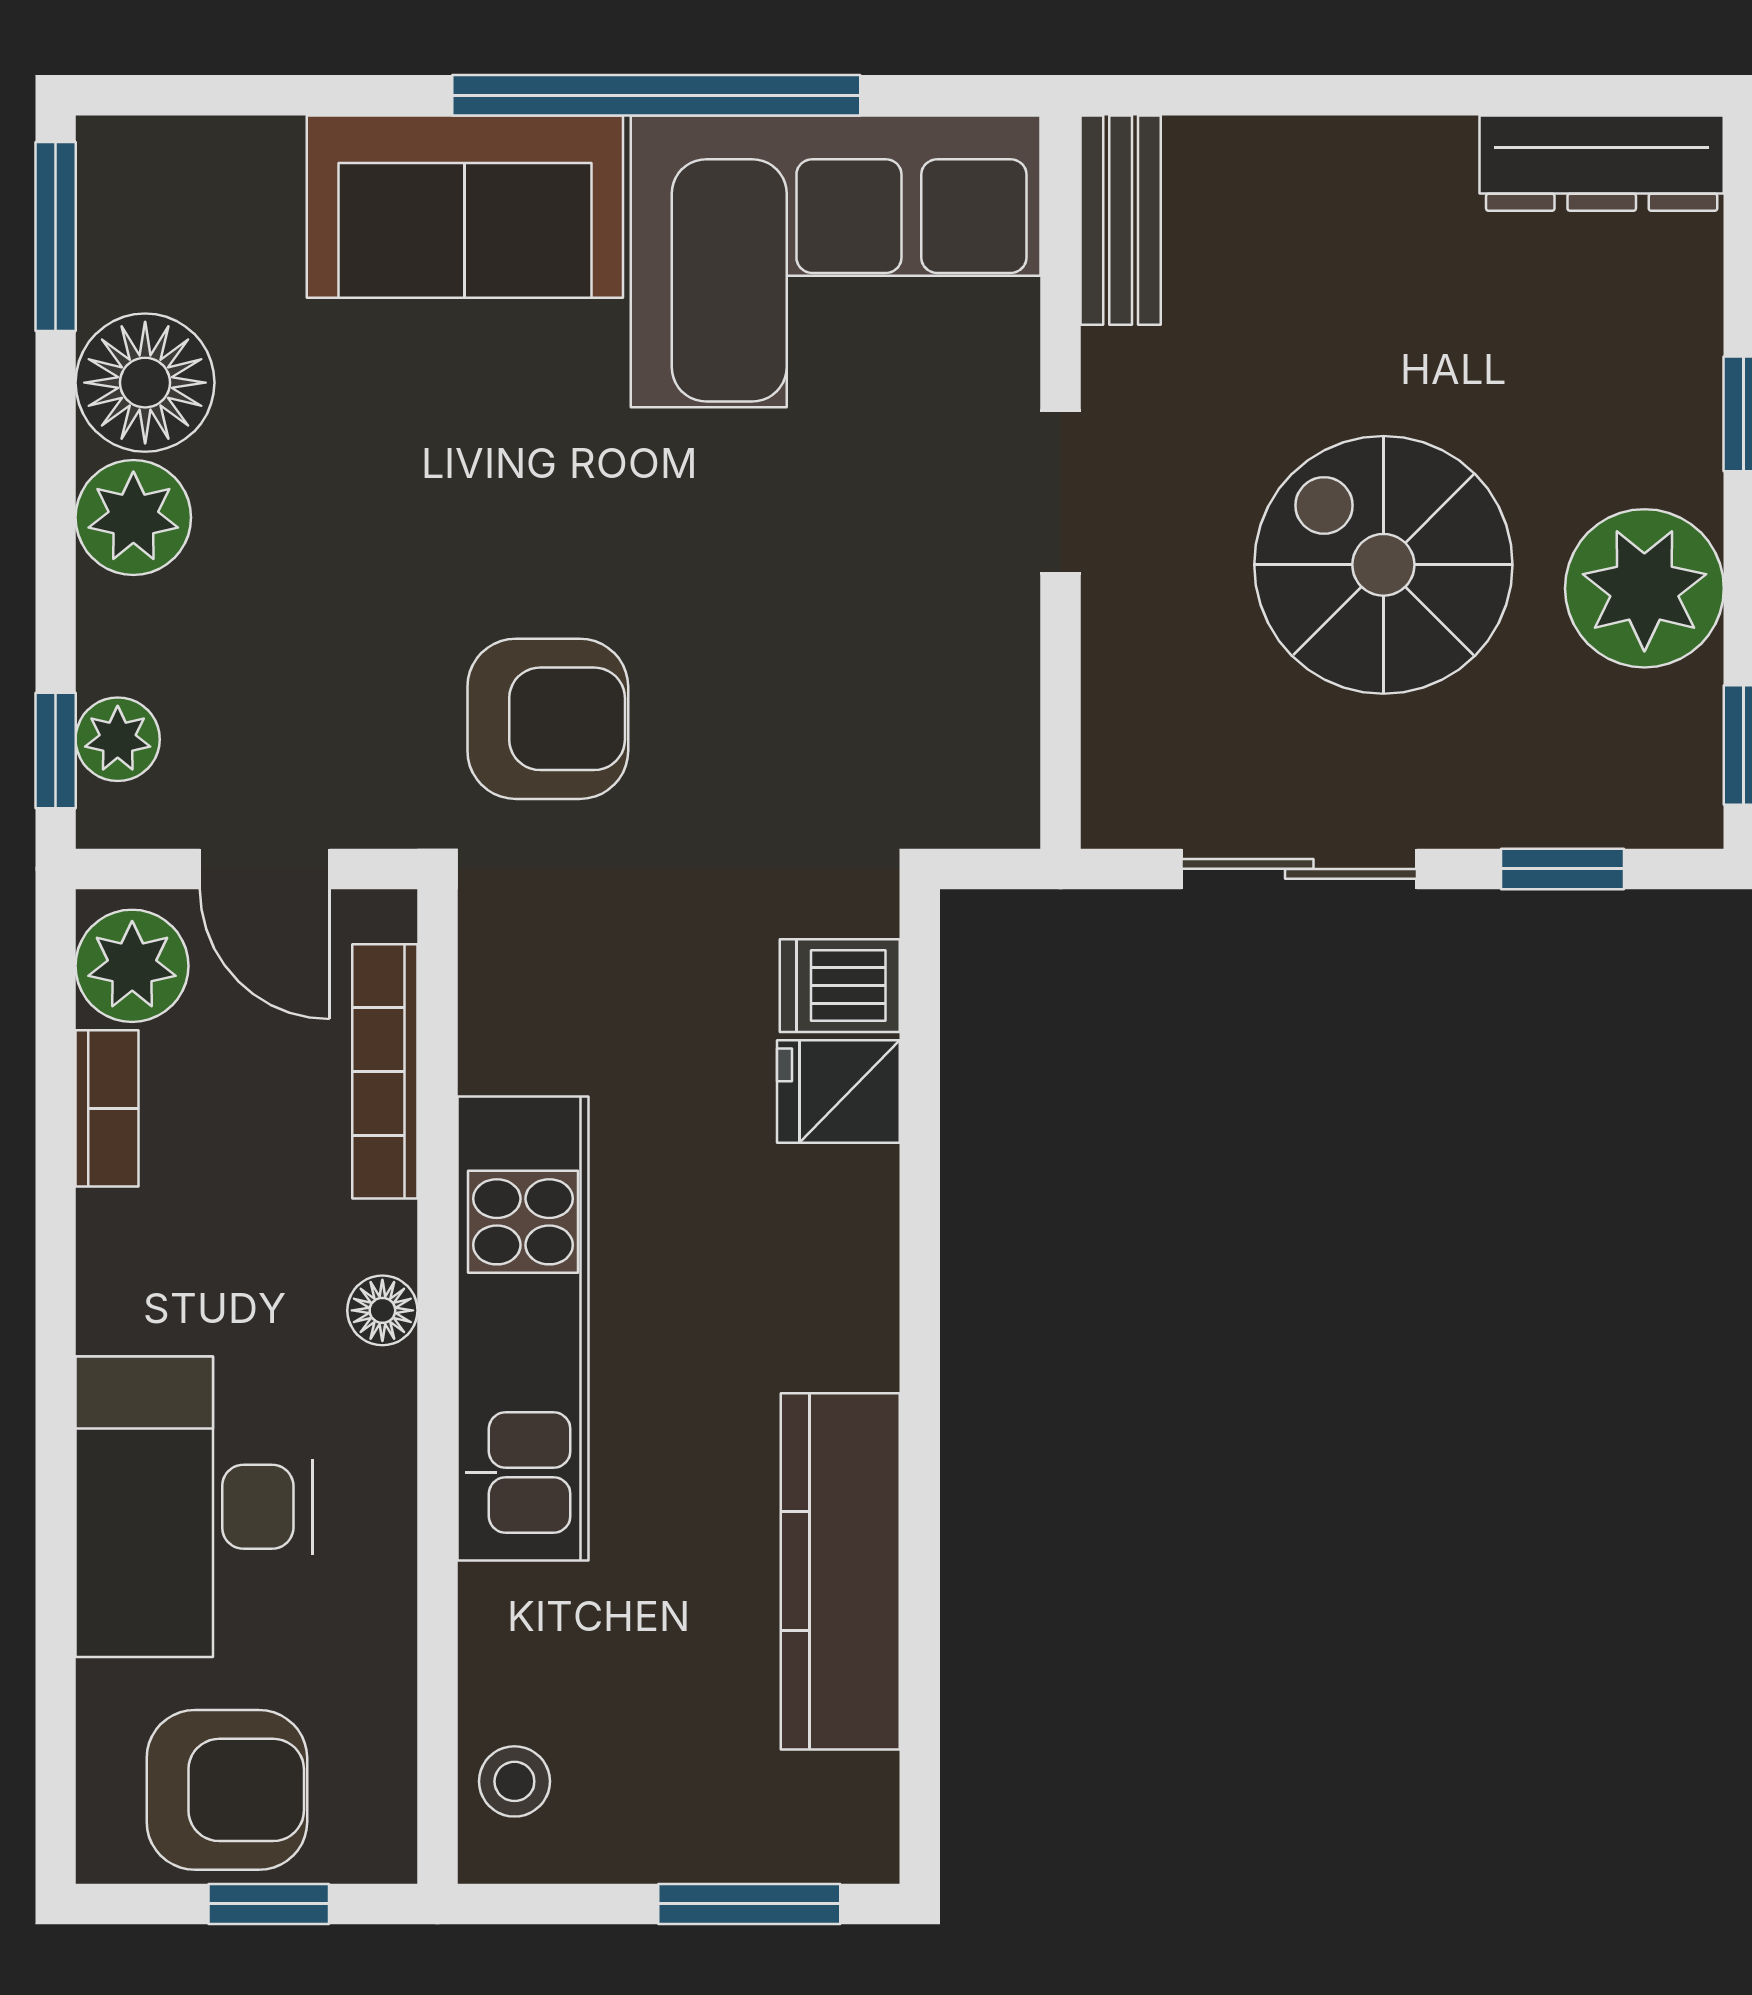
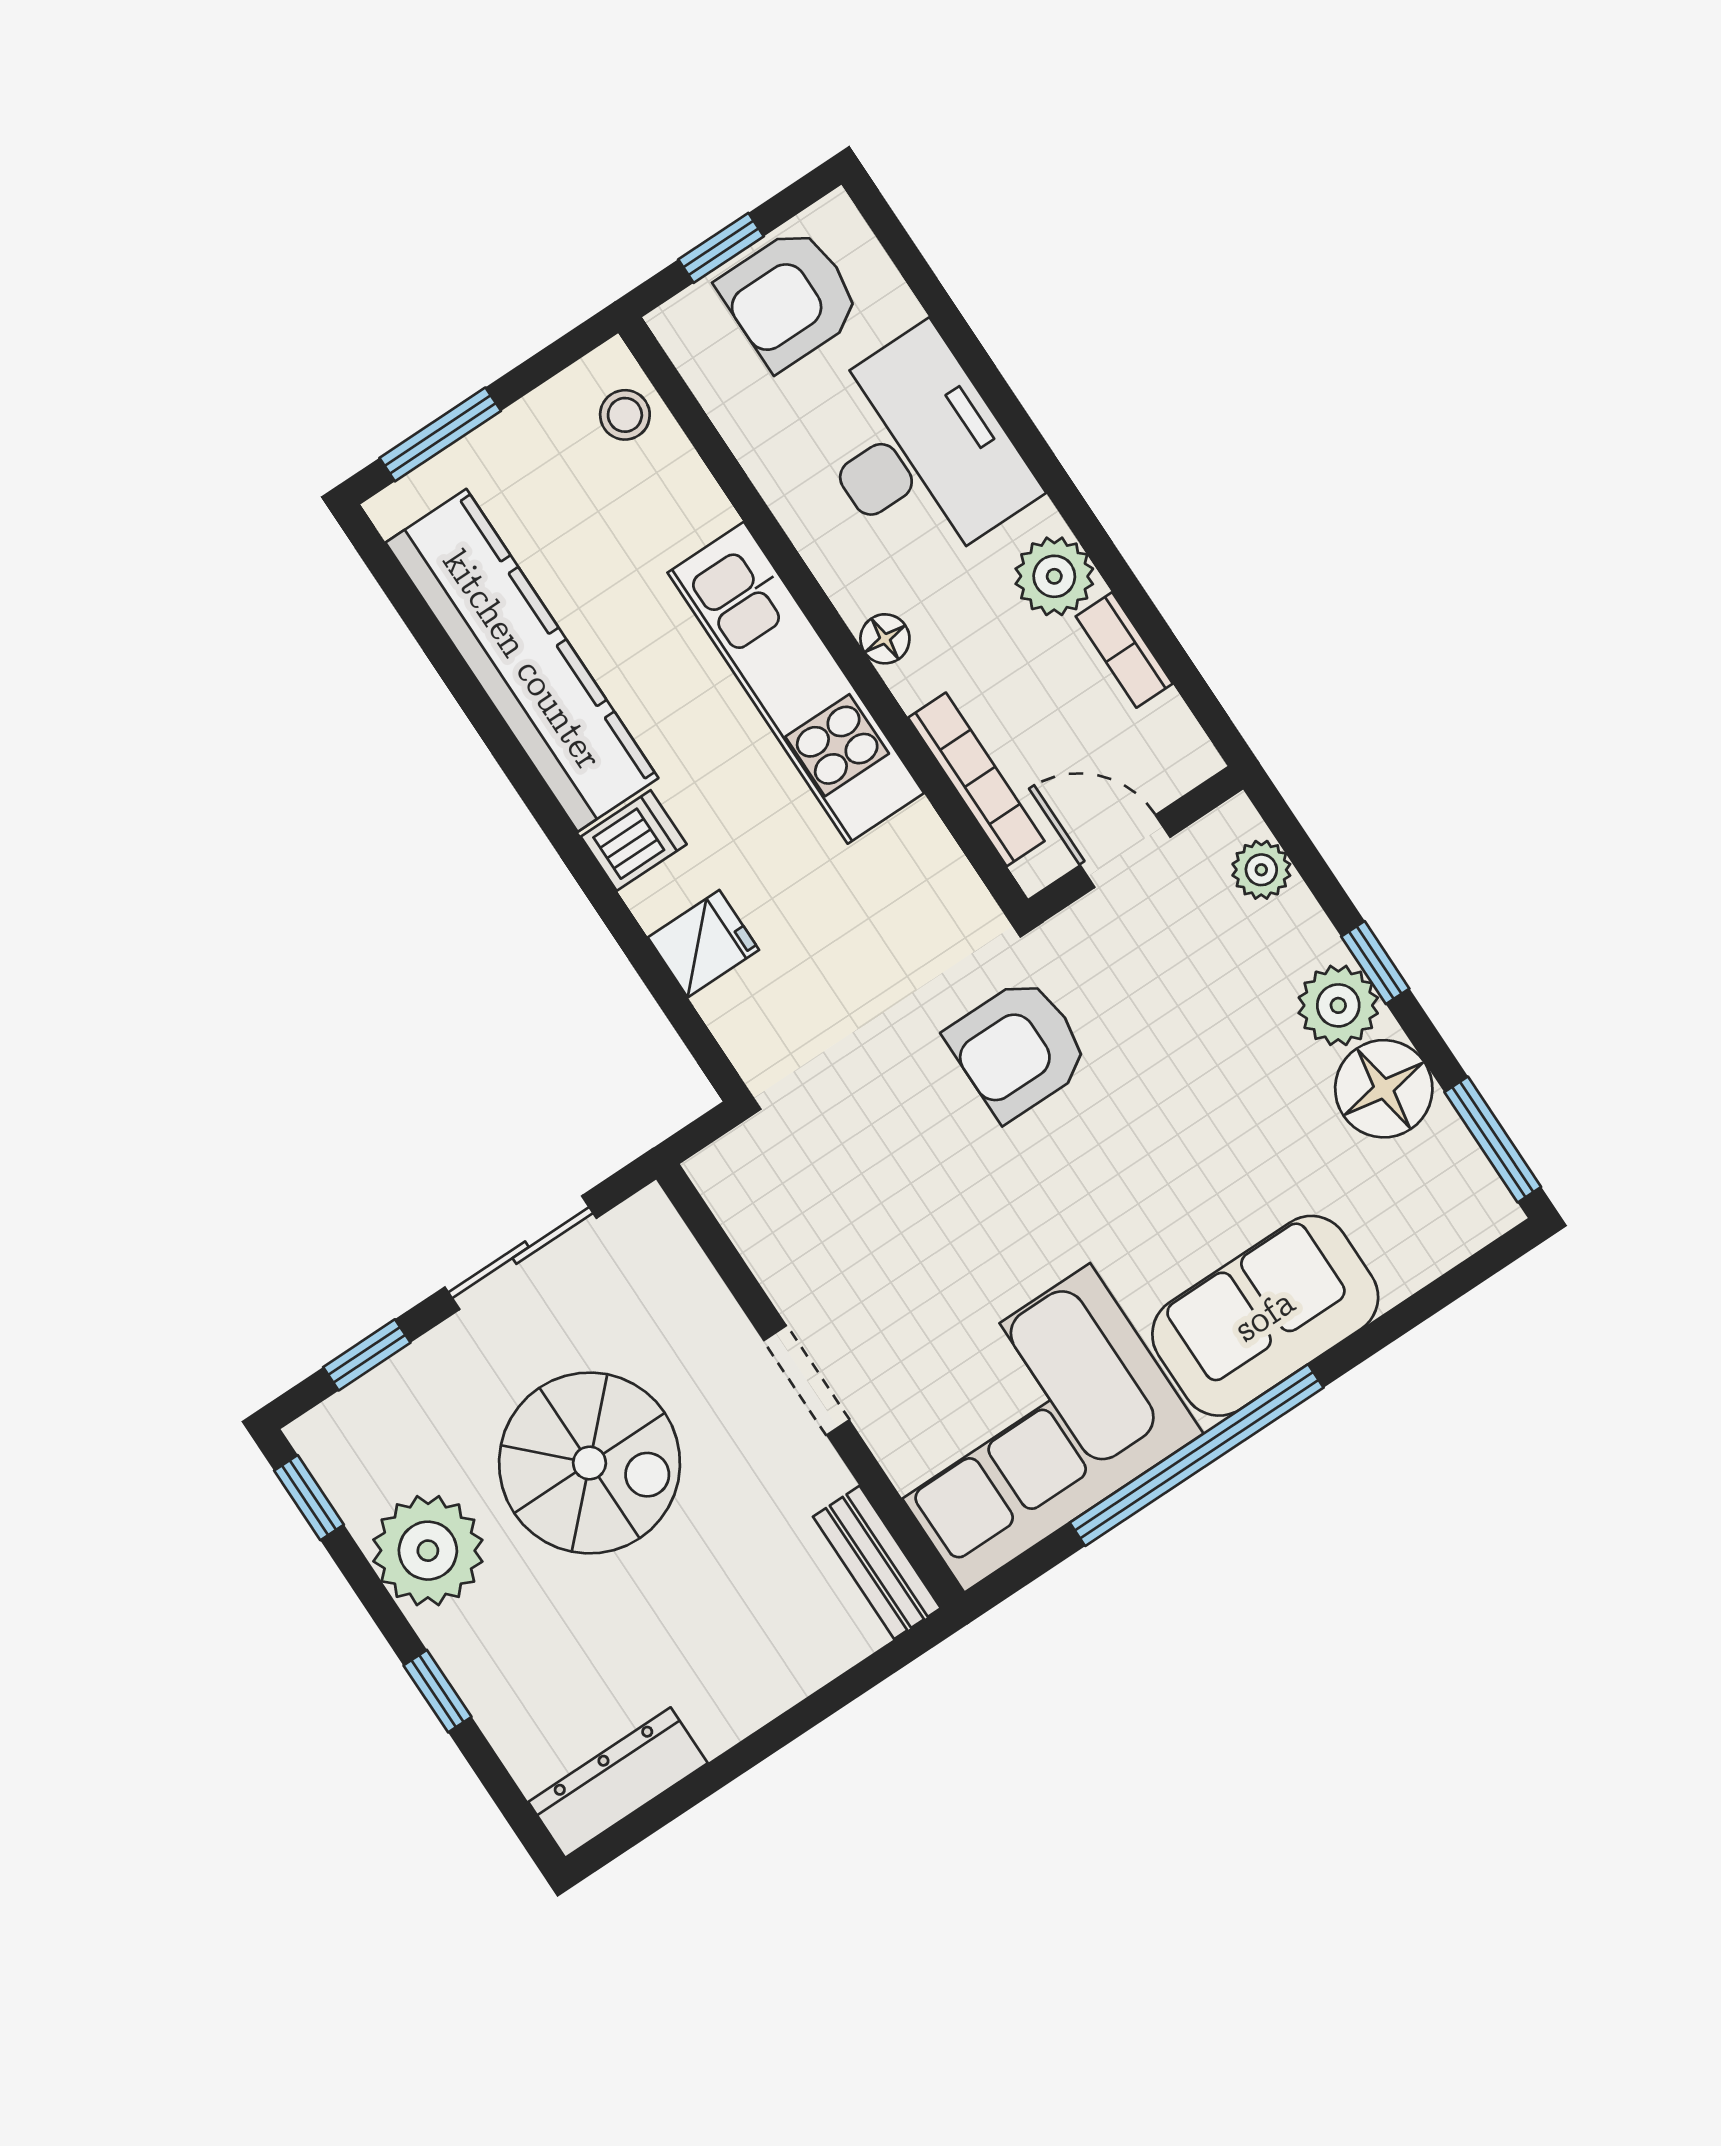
window: (56, 751) -> (1375, 963), moved
plant: (132, 966) -> (1054, 576), moved
dishwasher: (840, 986) -> (634, 840), moved
kitchen counter: (840, 1571) -> (522, 660), width x1.39, depth x1.17

